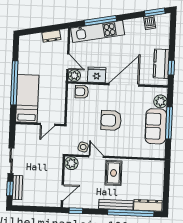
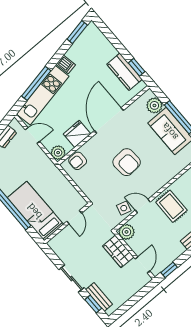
dishwasher: (150, 23) -> (66, 64), moved
door: (68, 62) -> (32, 136), moved
armchair: (111, 120) -> (127, 162), turned -94
wardrobe: (55, 171) -> (118, 251), added

